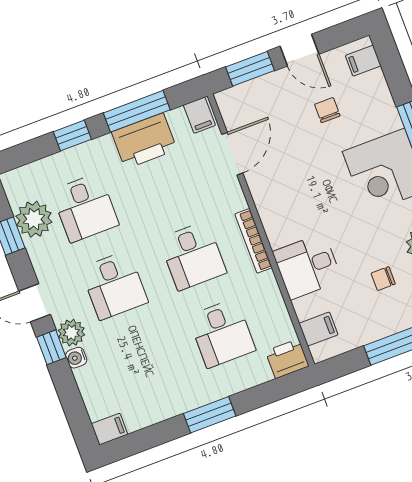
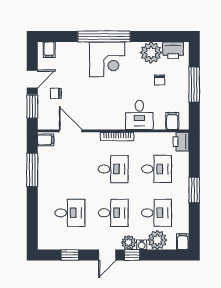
chair: (327, 110) -> (56, 93), moved
window: (72, 135) -> (32, 206), removed
printer: (144, 141) -> (48, 172), removed
plant: (34, 219) -> (157, 240), moved
desk: (143, 363) -> (156, 213), added

